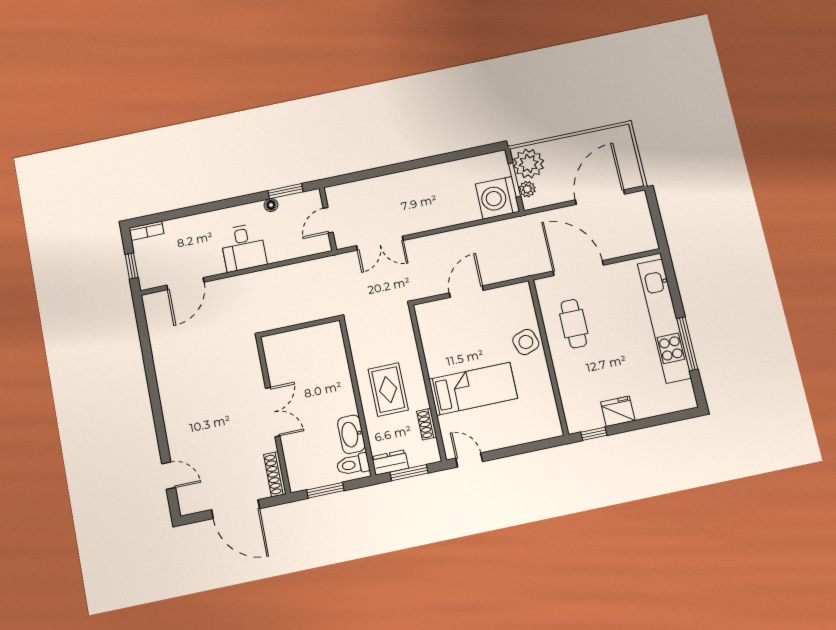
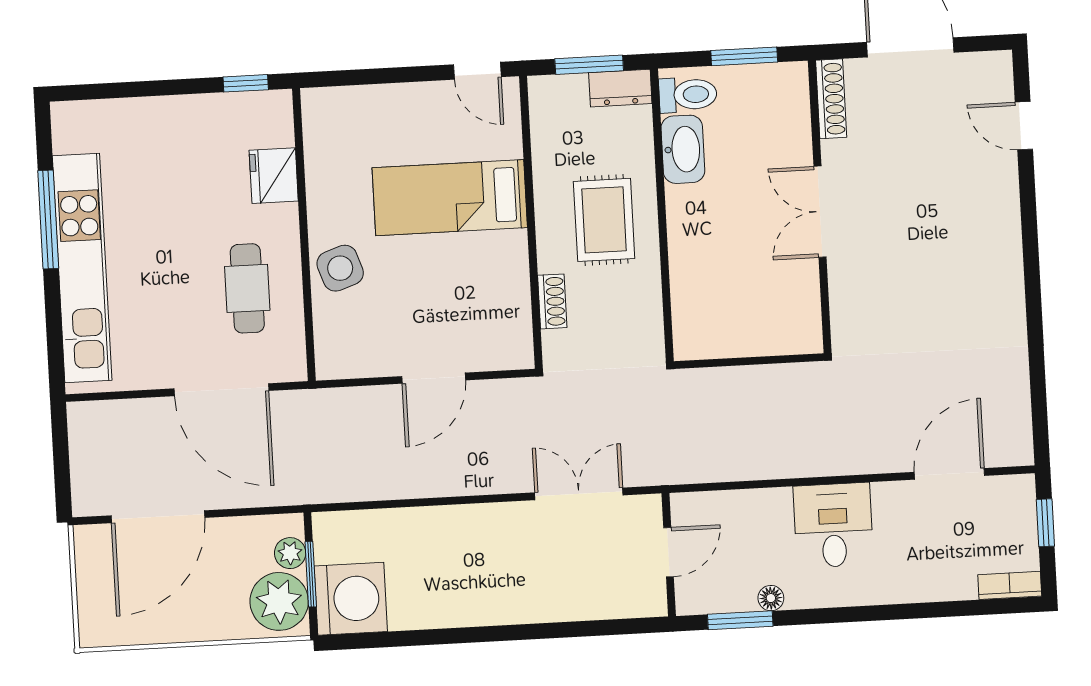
washing machine: (497, 198) -> (351, 599), moved
fridge: (618, 411) -> (274, 176), moved, turned 90
shoe rack: (427, 424) -> (552, 301), moved

